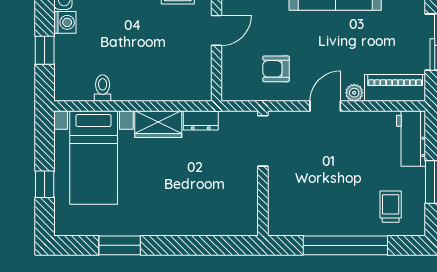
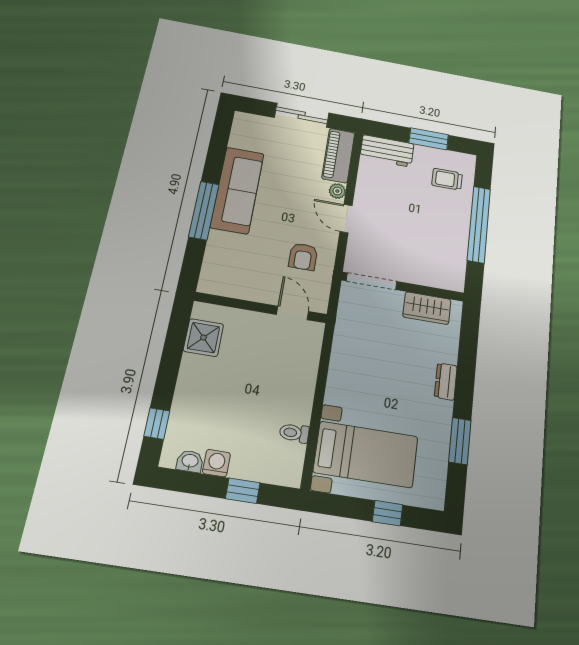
door: (216, 30) -> (292, 313), moved
dresser: (201, 120) -> (446, 381), moved, turned 180
wardrobe: (158, 124) -> (427, 308), moved, turned 90

